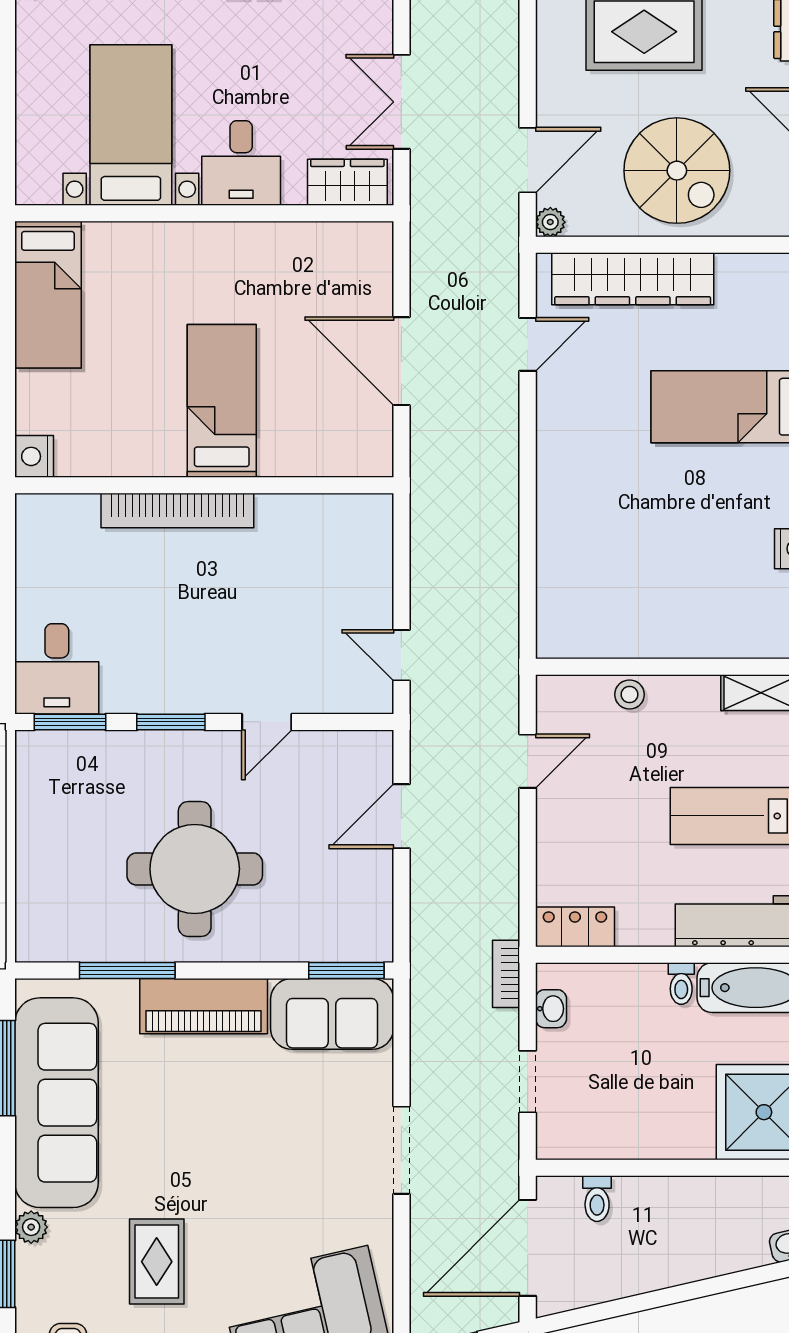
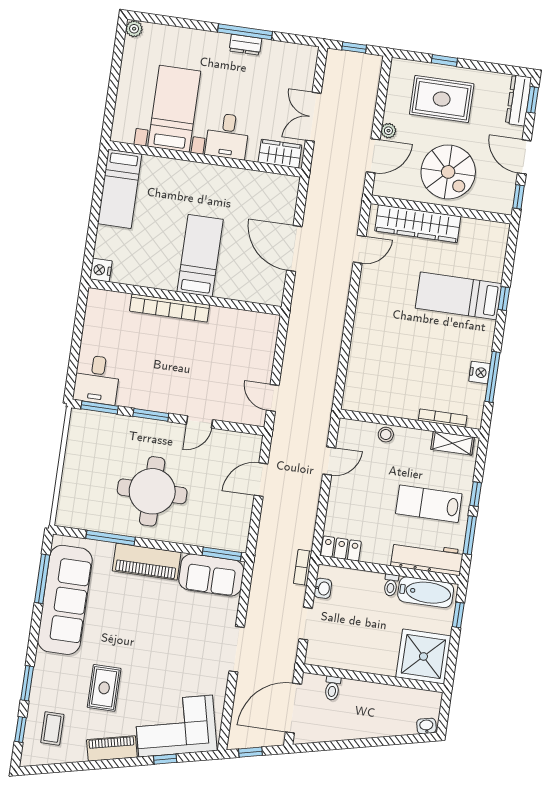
plant: (550, 222) -> (388, 131), moved
bookcase: (735, 647) -> (443, 418), added
plant: (31, 1227) -> (43, 661), removed

